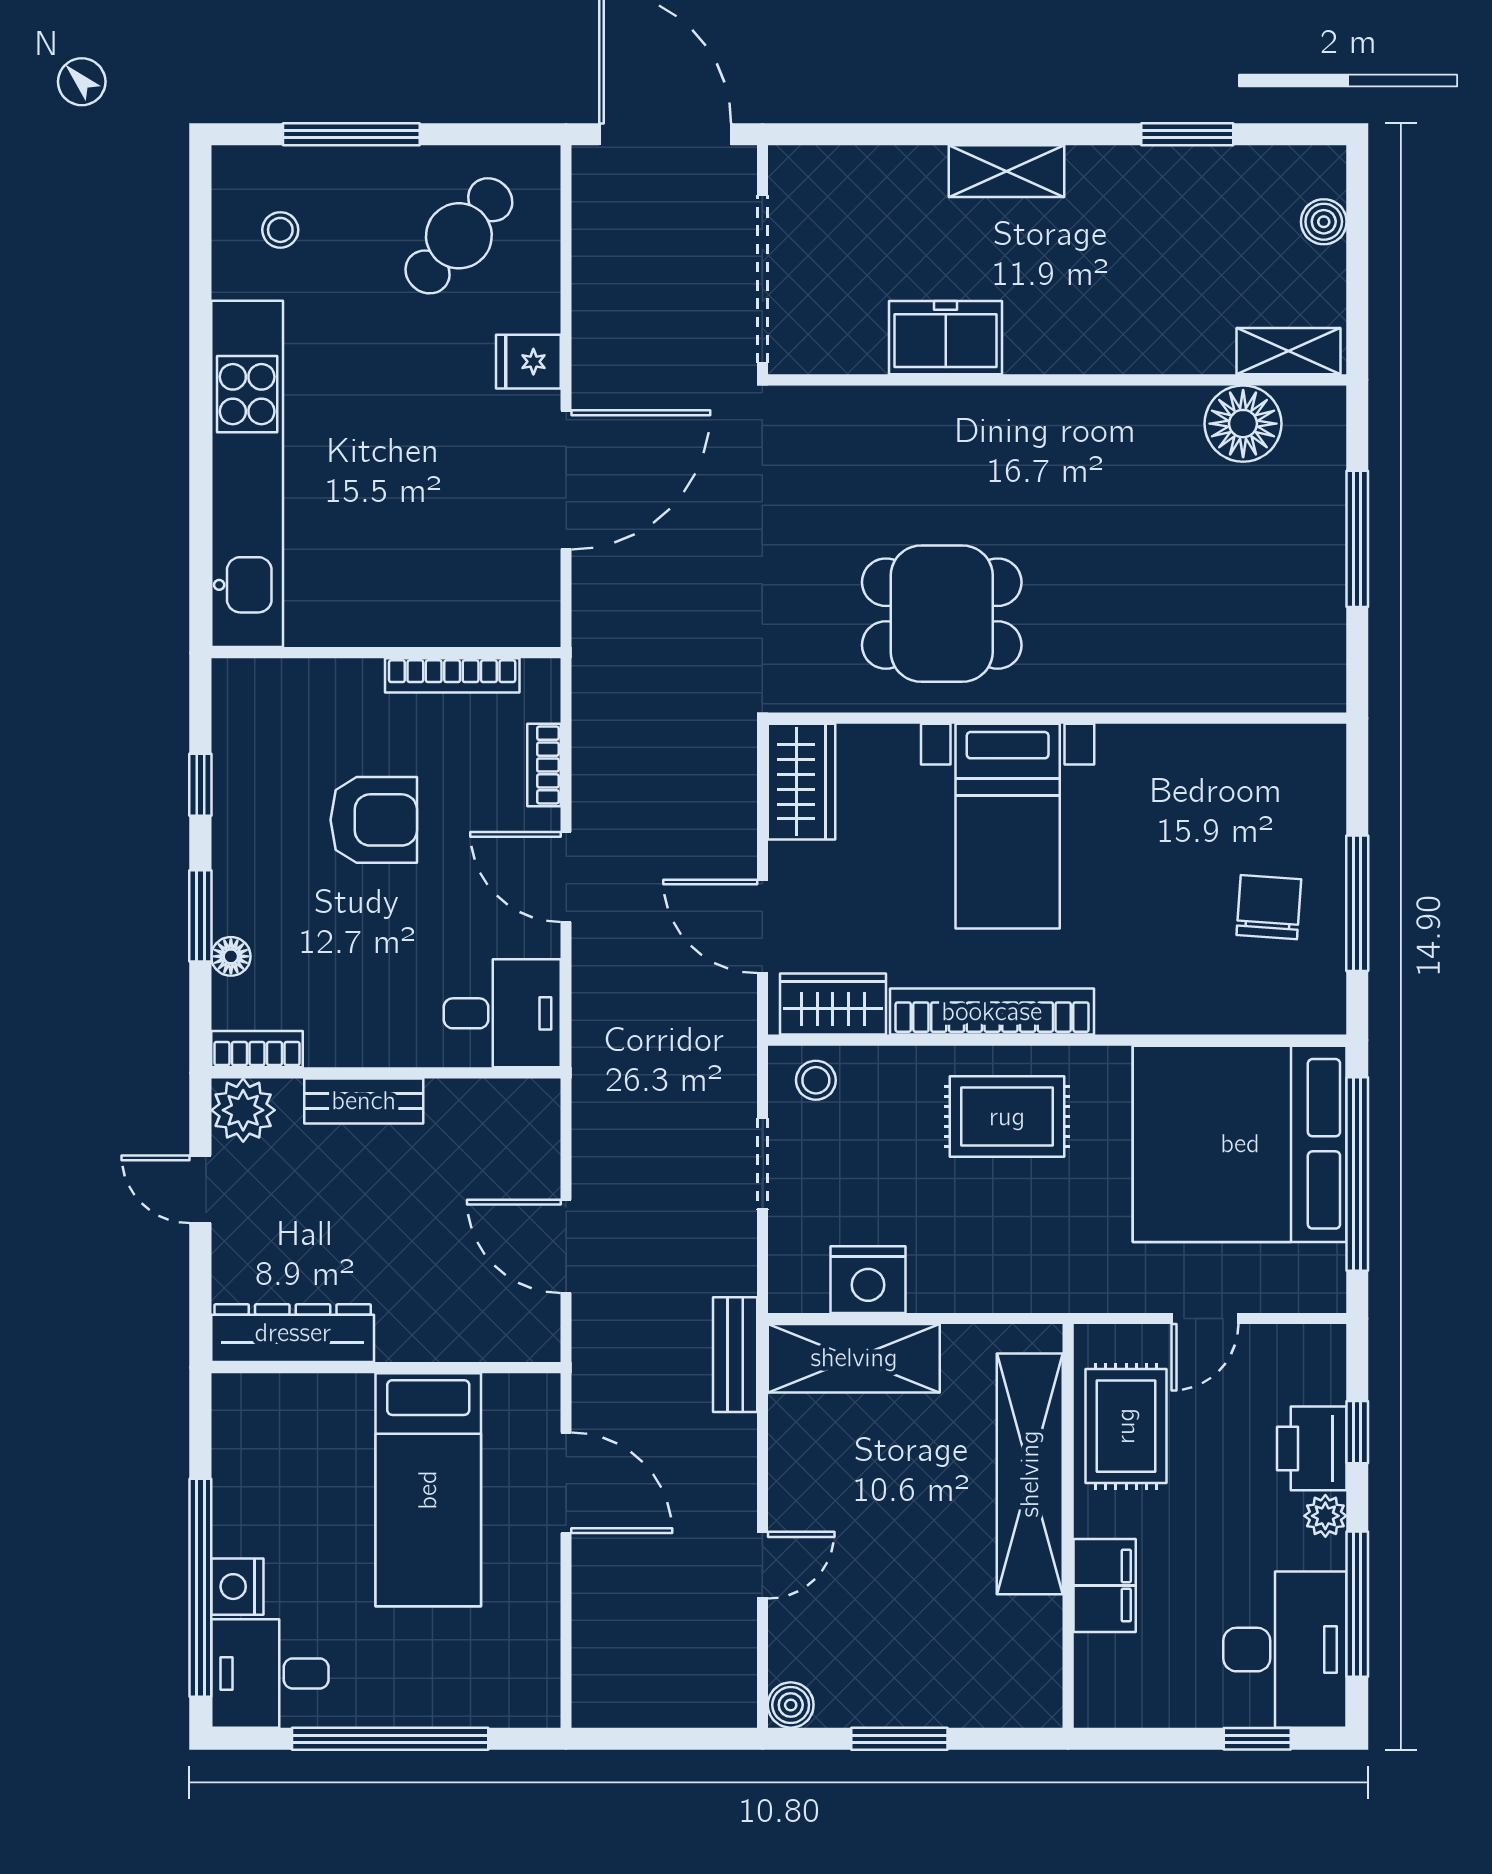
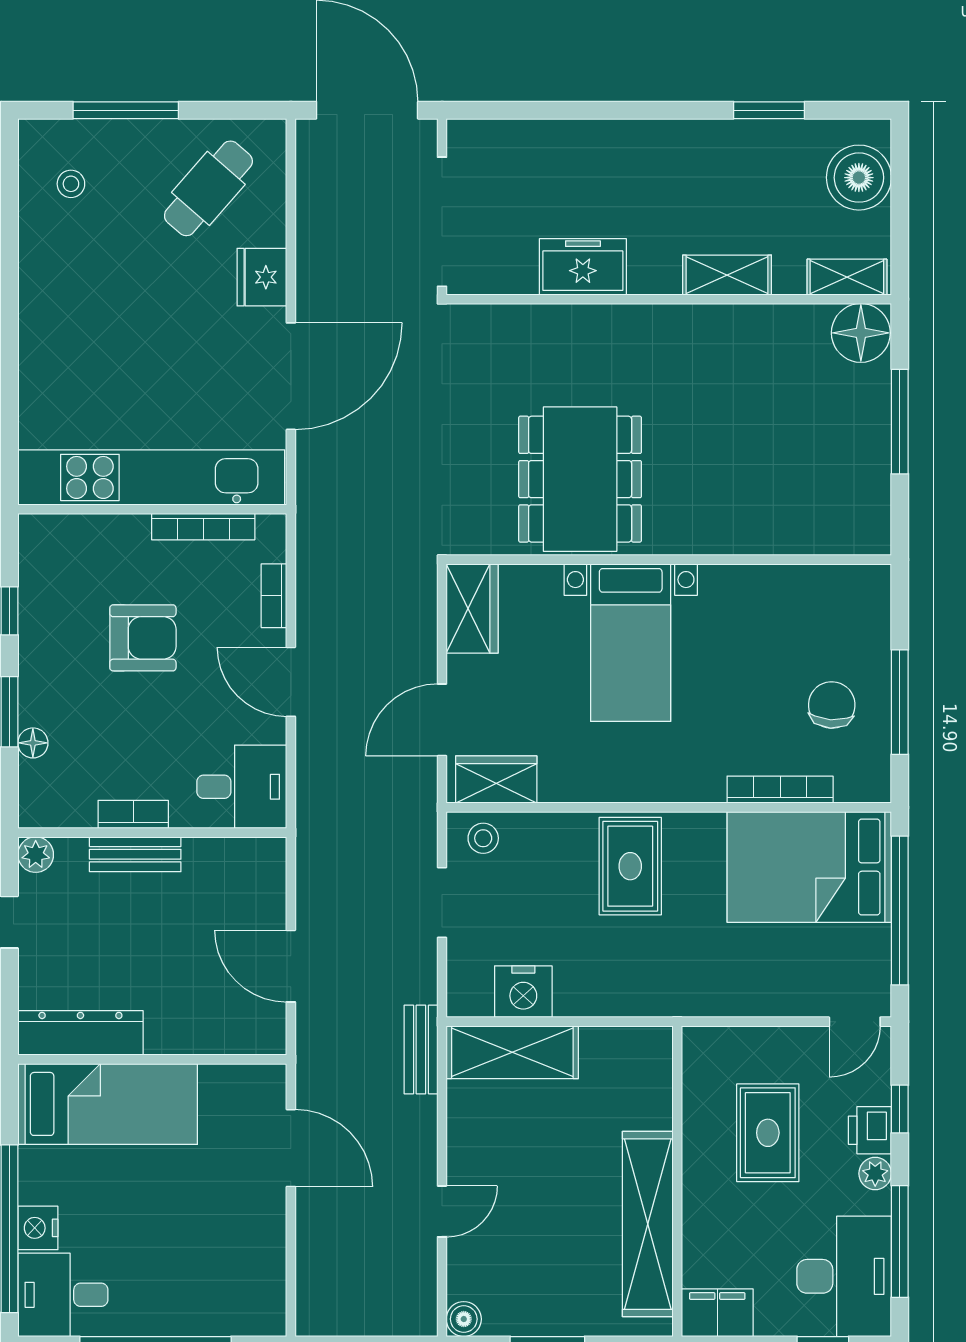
shelving: (1007, 171) -> (727, 275), moved
boiler: (1324, 222) -> (859, 178), width x1.86, depth x1.86
fridge: (528, 362) -> (262, 277), width x1.38
floor lamp: (1243, 424) -> (861, 333), moved
kitchen unit: (247, 474) -> (151, 477), moved, turned -90
dining table: (942, 614) -> (580, 479), width x1.37
door: (762, 926) -> (442, 720), hinge flipped
bookcase: (992, 1012) -> (780, 790), moved, width x0.68, depth x0.76
bookcase: (257, 1049) -> (133, 814), moved
plant: (243, 1110) -> (36, 855), width x0.73, depth x0.73
rug: (1007, 1117) -> (630, 866), turned 90
bed: (1240, 1144) -> (809, 867), width x0.73
door: (1205, 1318) -> (855, 1022), moved
rug: (1126, 1426) -> (768, 1133), moved
printer: (1312, 1448) -> (870, 1130), width x0.73, depth x0.81
shelving: (1030, 1474) -> (648, 1224), moved
bed: (428, 1490) -> (108, 1104), moved, turned -90
filing cabinet: (1105, 1586) -> (717, 1313), moved, turned -90

